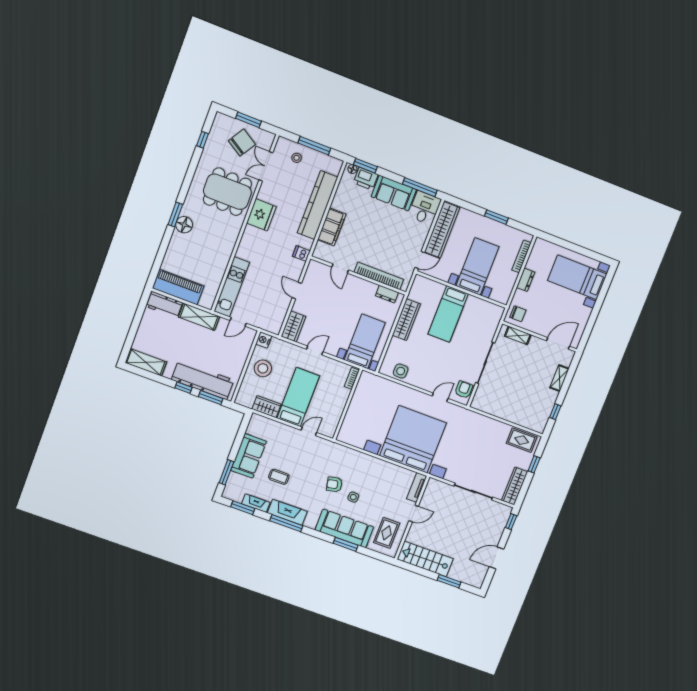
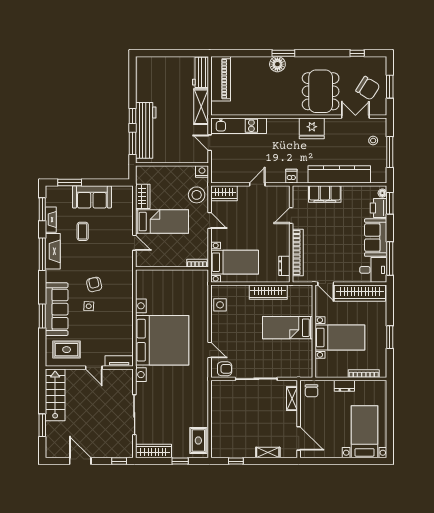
shelving: (146, 362) -> (143, 75), removed
stool: (263, 368) -> (197, 195), moved

